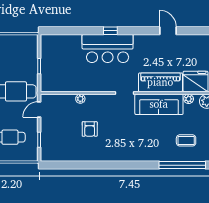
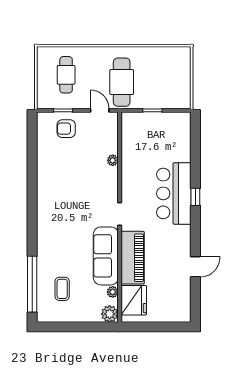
armchair: (90, 129) -> (66, 129), moved

